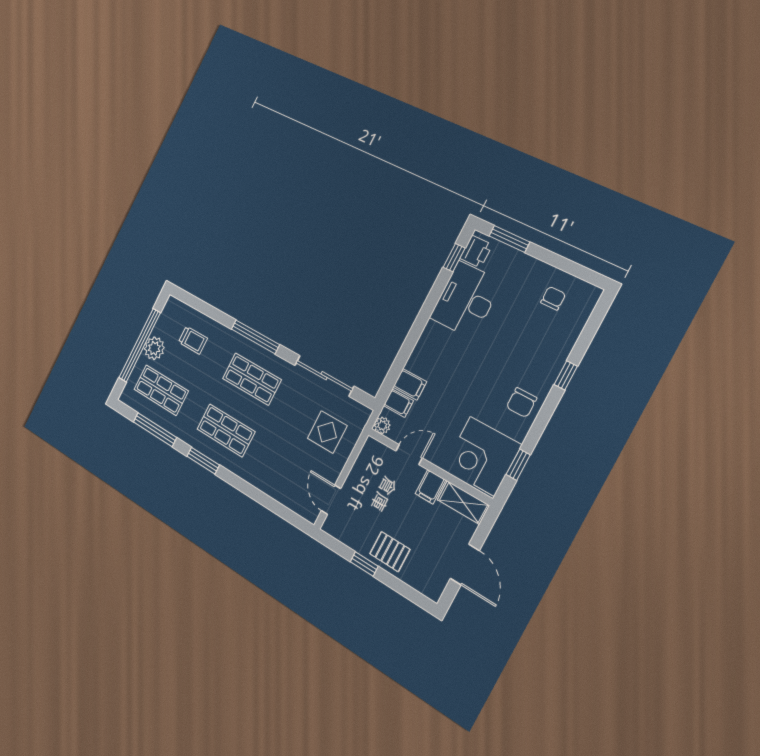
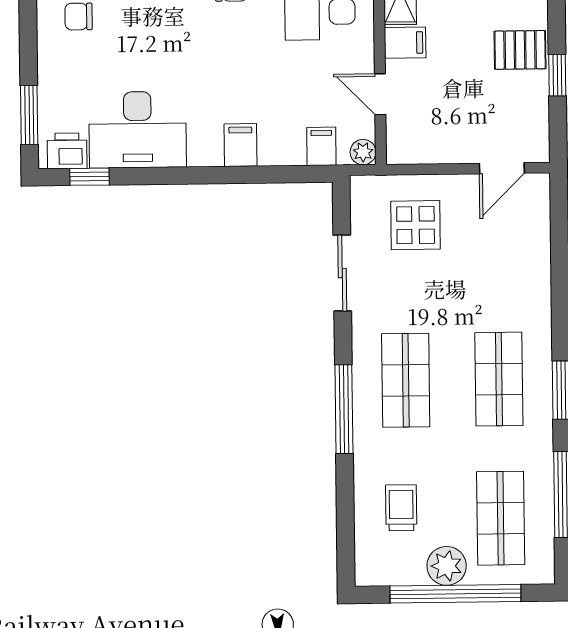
sliding door: (324, 376) -> (342, 273), width x0.73
filing cabinet: (410, 384) -> (240, 145), moved
pallet: (390, 552) -> (520, 50), turned 90

